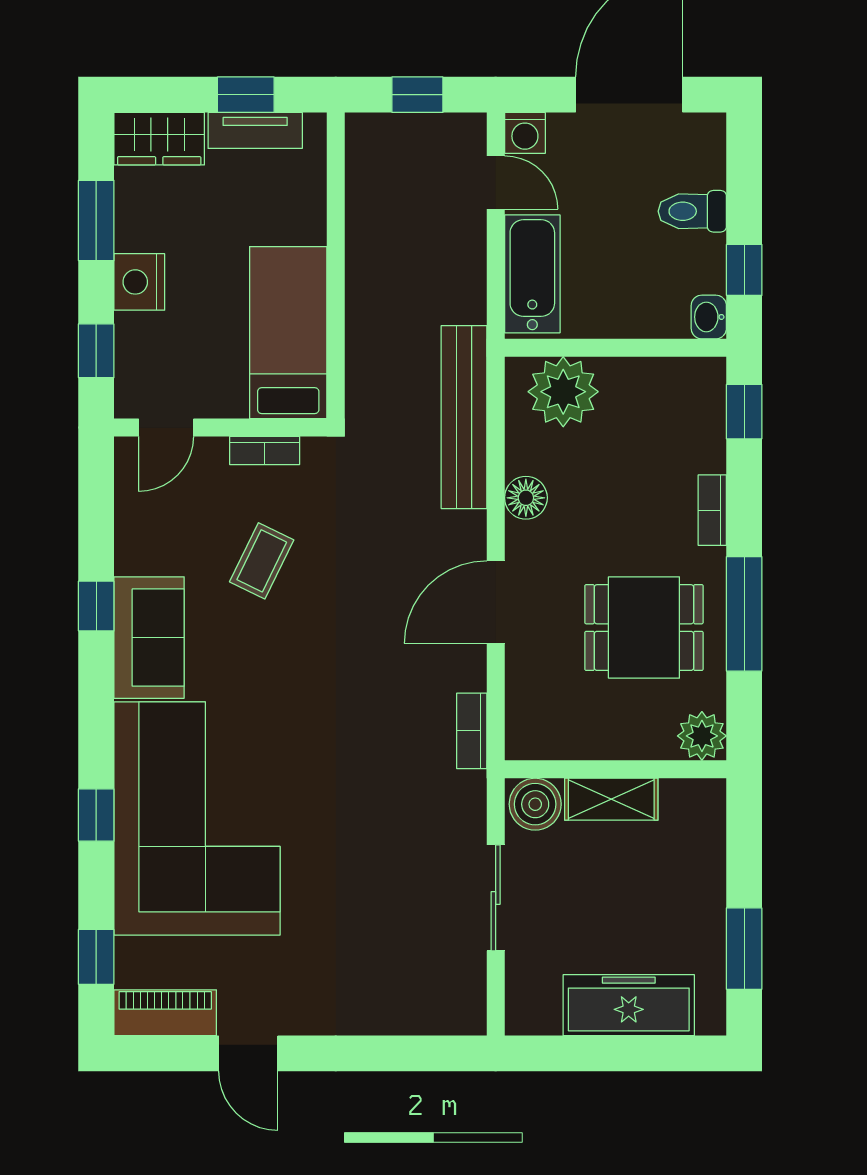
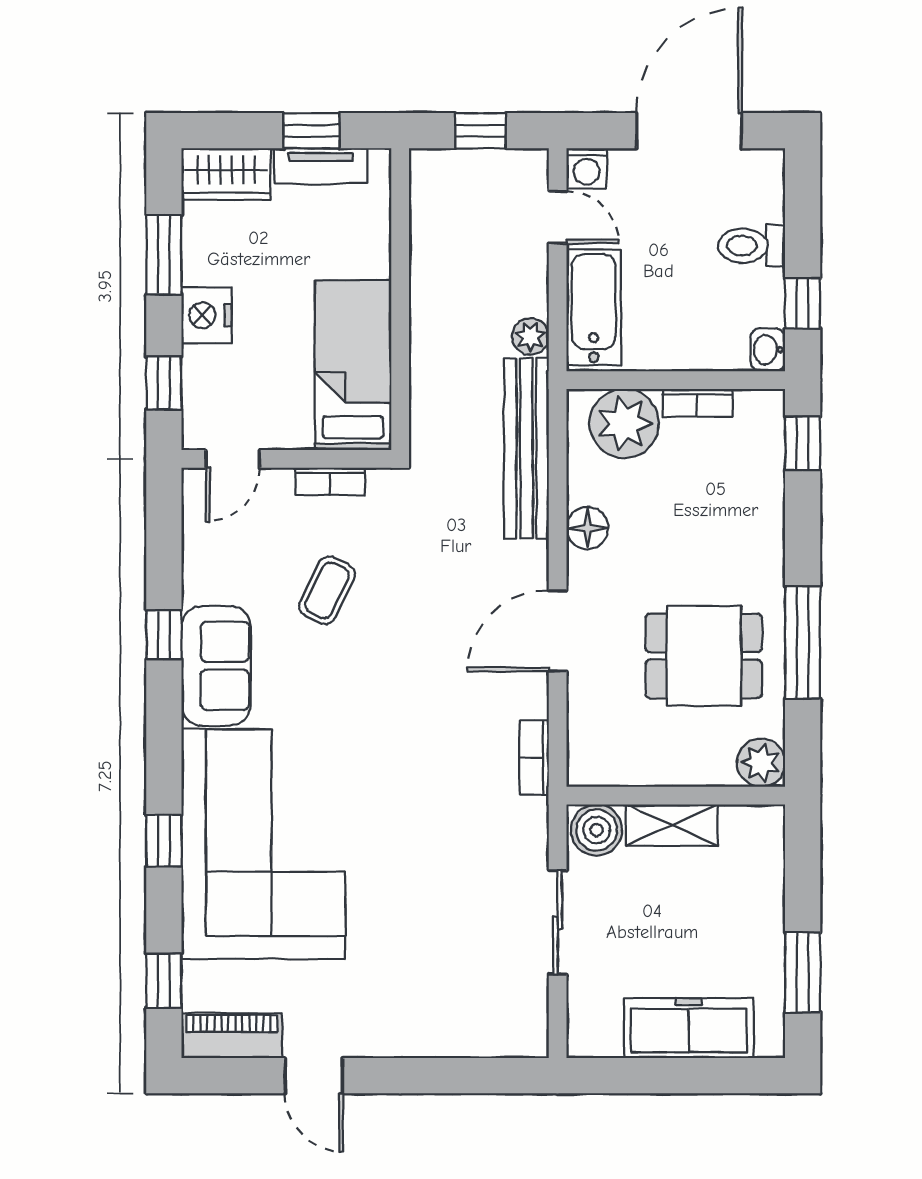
plant: (468, 303) -> (530, 336), added
bookcase: (712, 510) -> (697, 403), moved, turned -90

